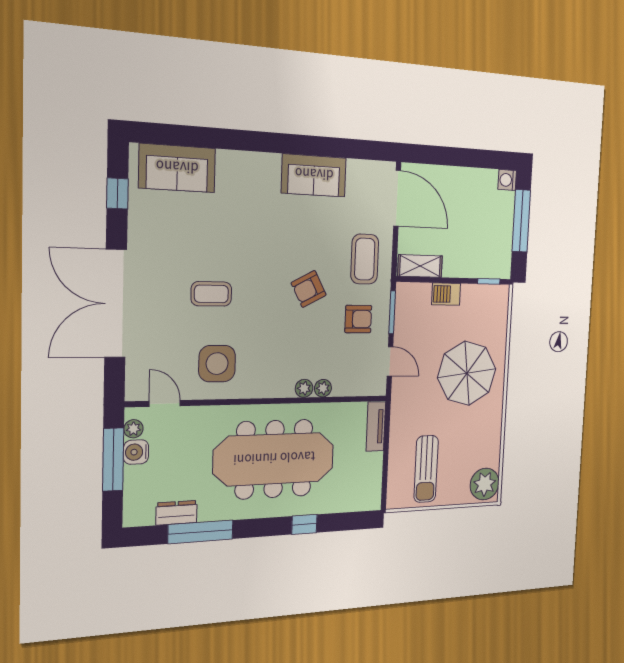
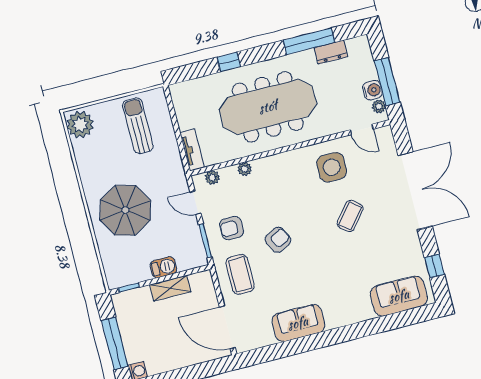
shelving: (420, 266) -> (170, 288), moved
coffee table: (211, 294) -> (350, 216), turned -51
plant: (304, 388) -> (212, 177), moved

